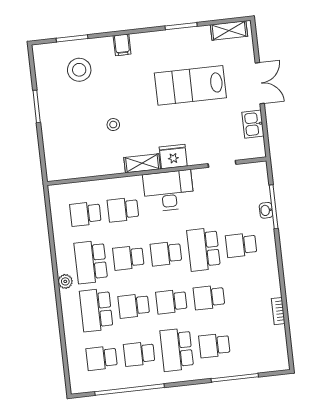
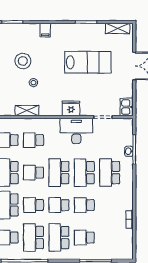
stool: (79, 70) -> (23, 61), moved
lab bench: (190, 85) -> (88, 62), turned 180
kitchen sink: (253, 124) -> (127, 107), moved
shelving: (142, 163) -> (27, 111), moved
desk: (169, 191) -> (76, 131), moved
school desk: (241, 245) -> (110, 173), width x1.85
school desk: (166, 254) -> (59, 173), width x1.85
school desk: (139, 354) -> (34, 238), width x1.85

